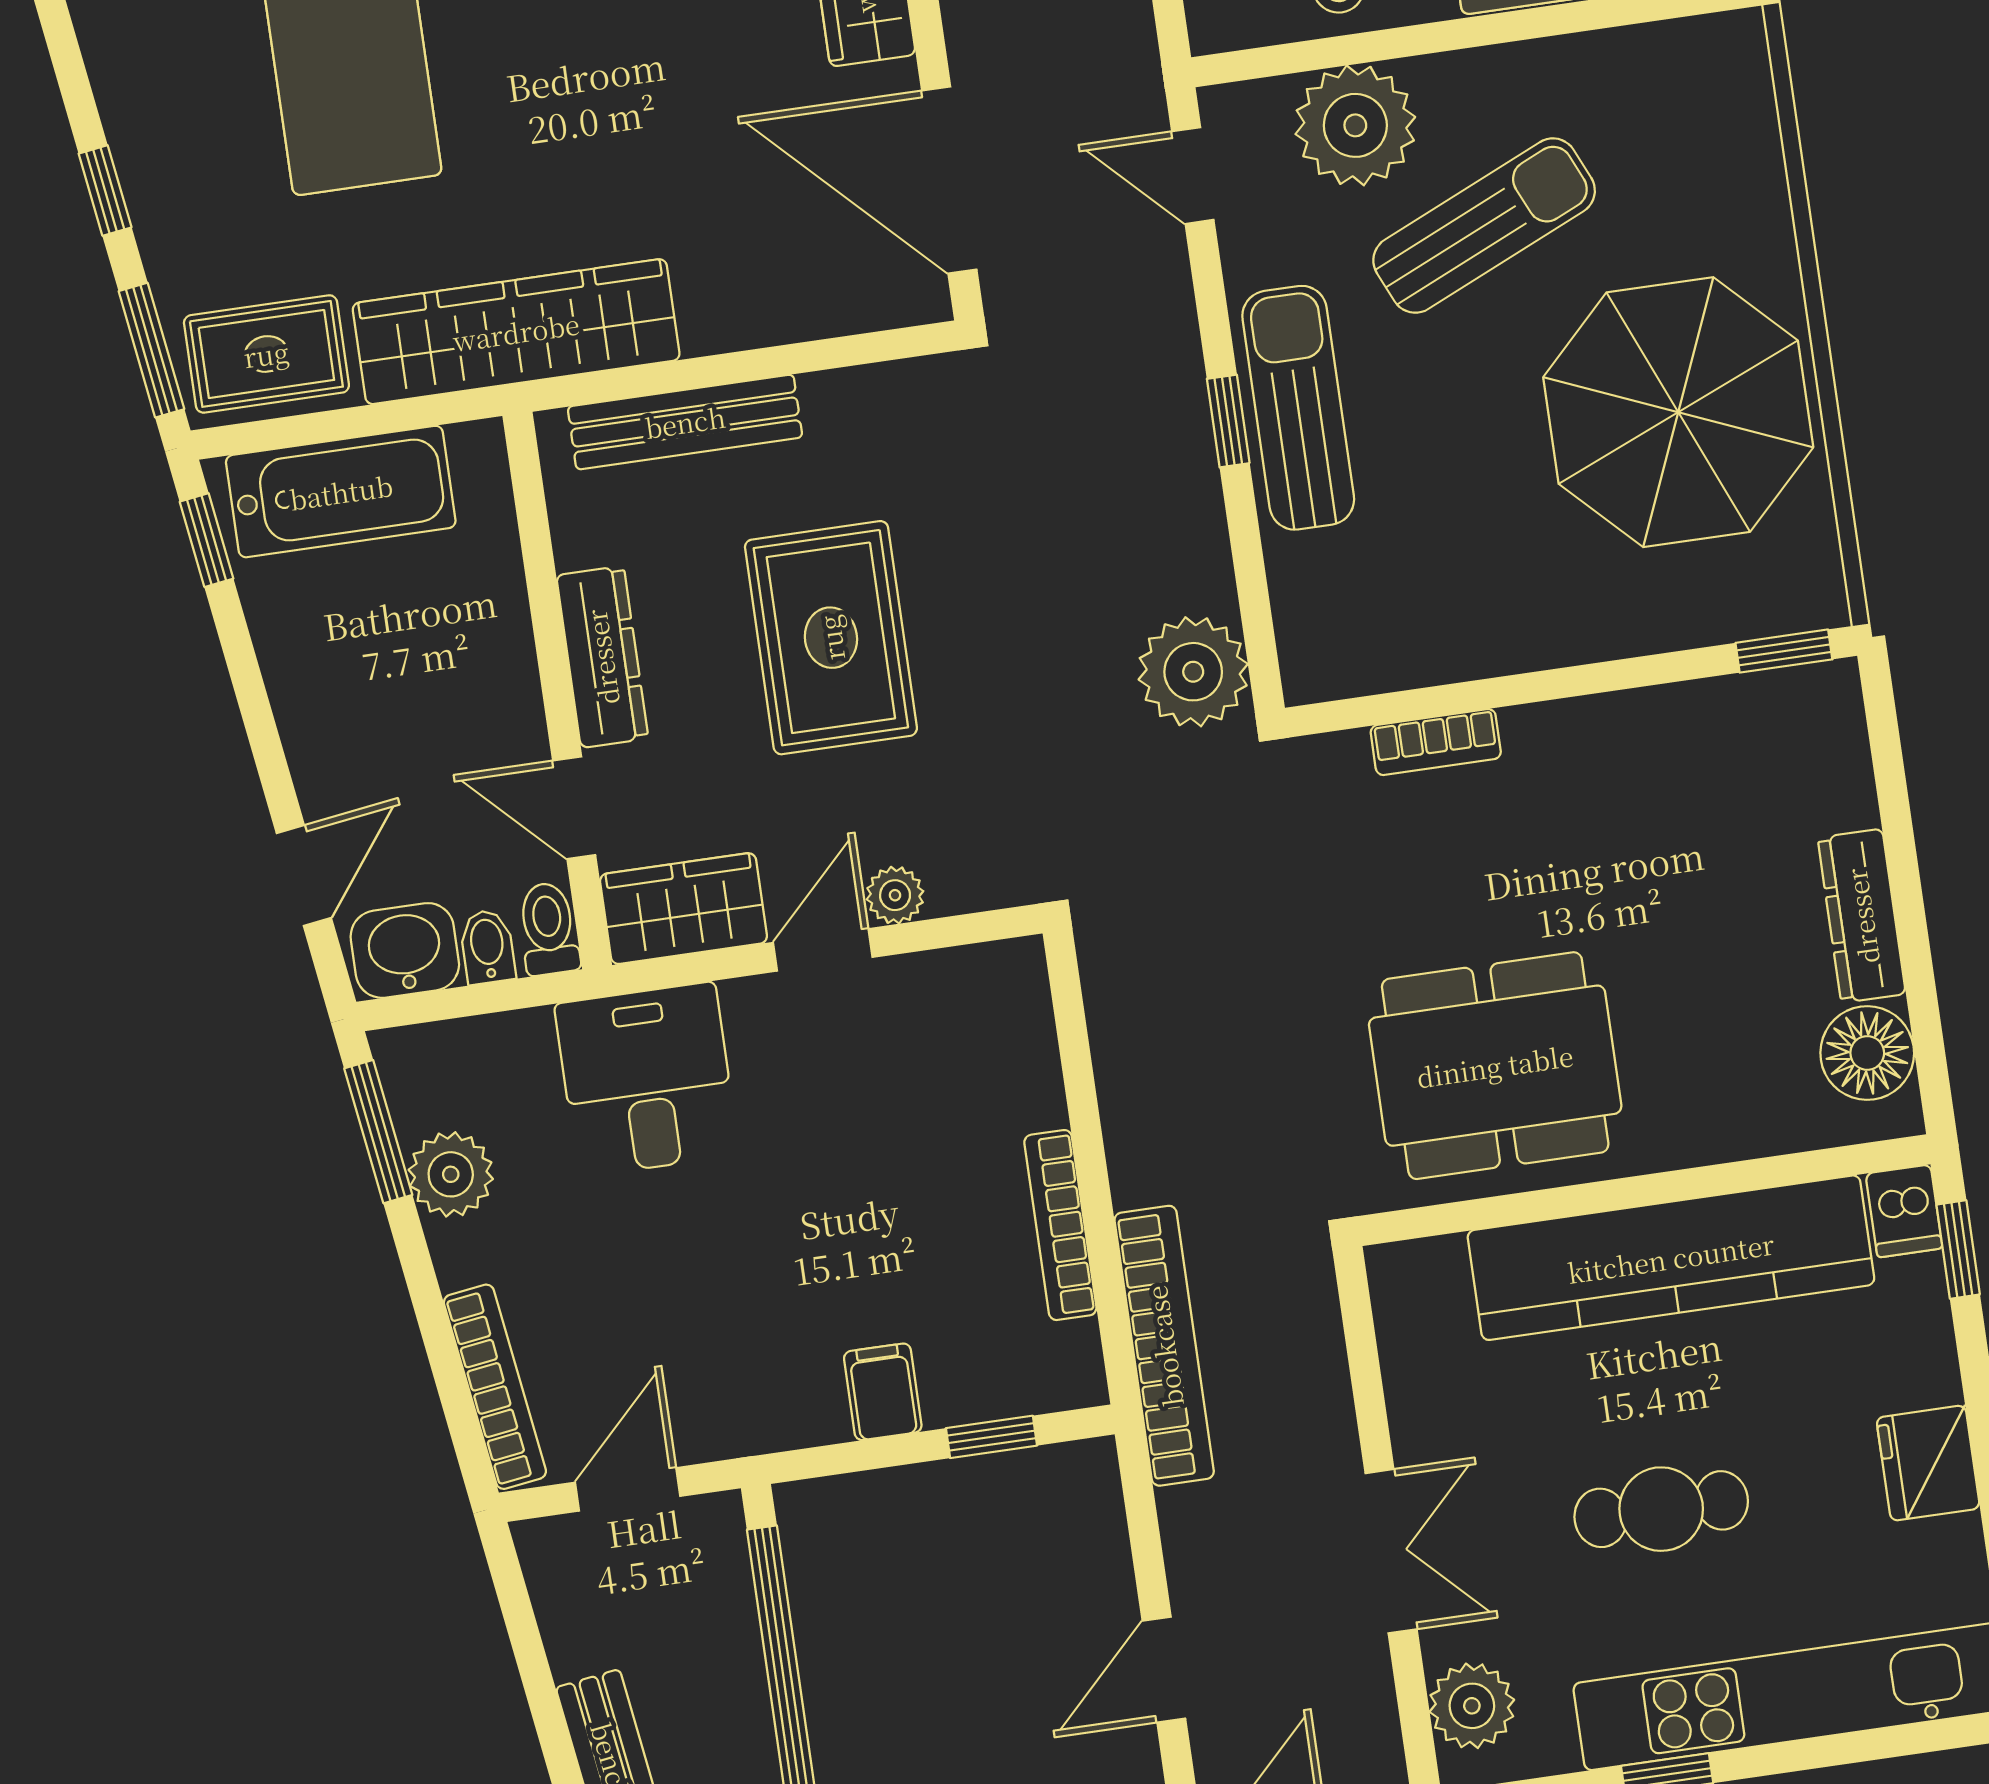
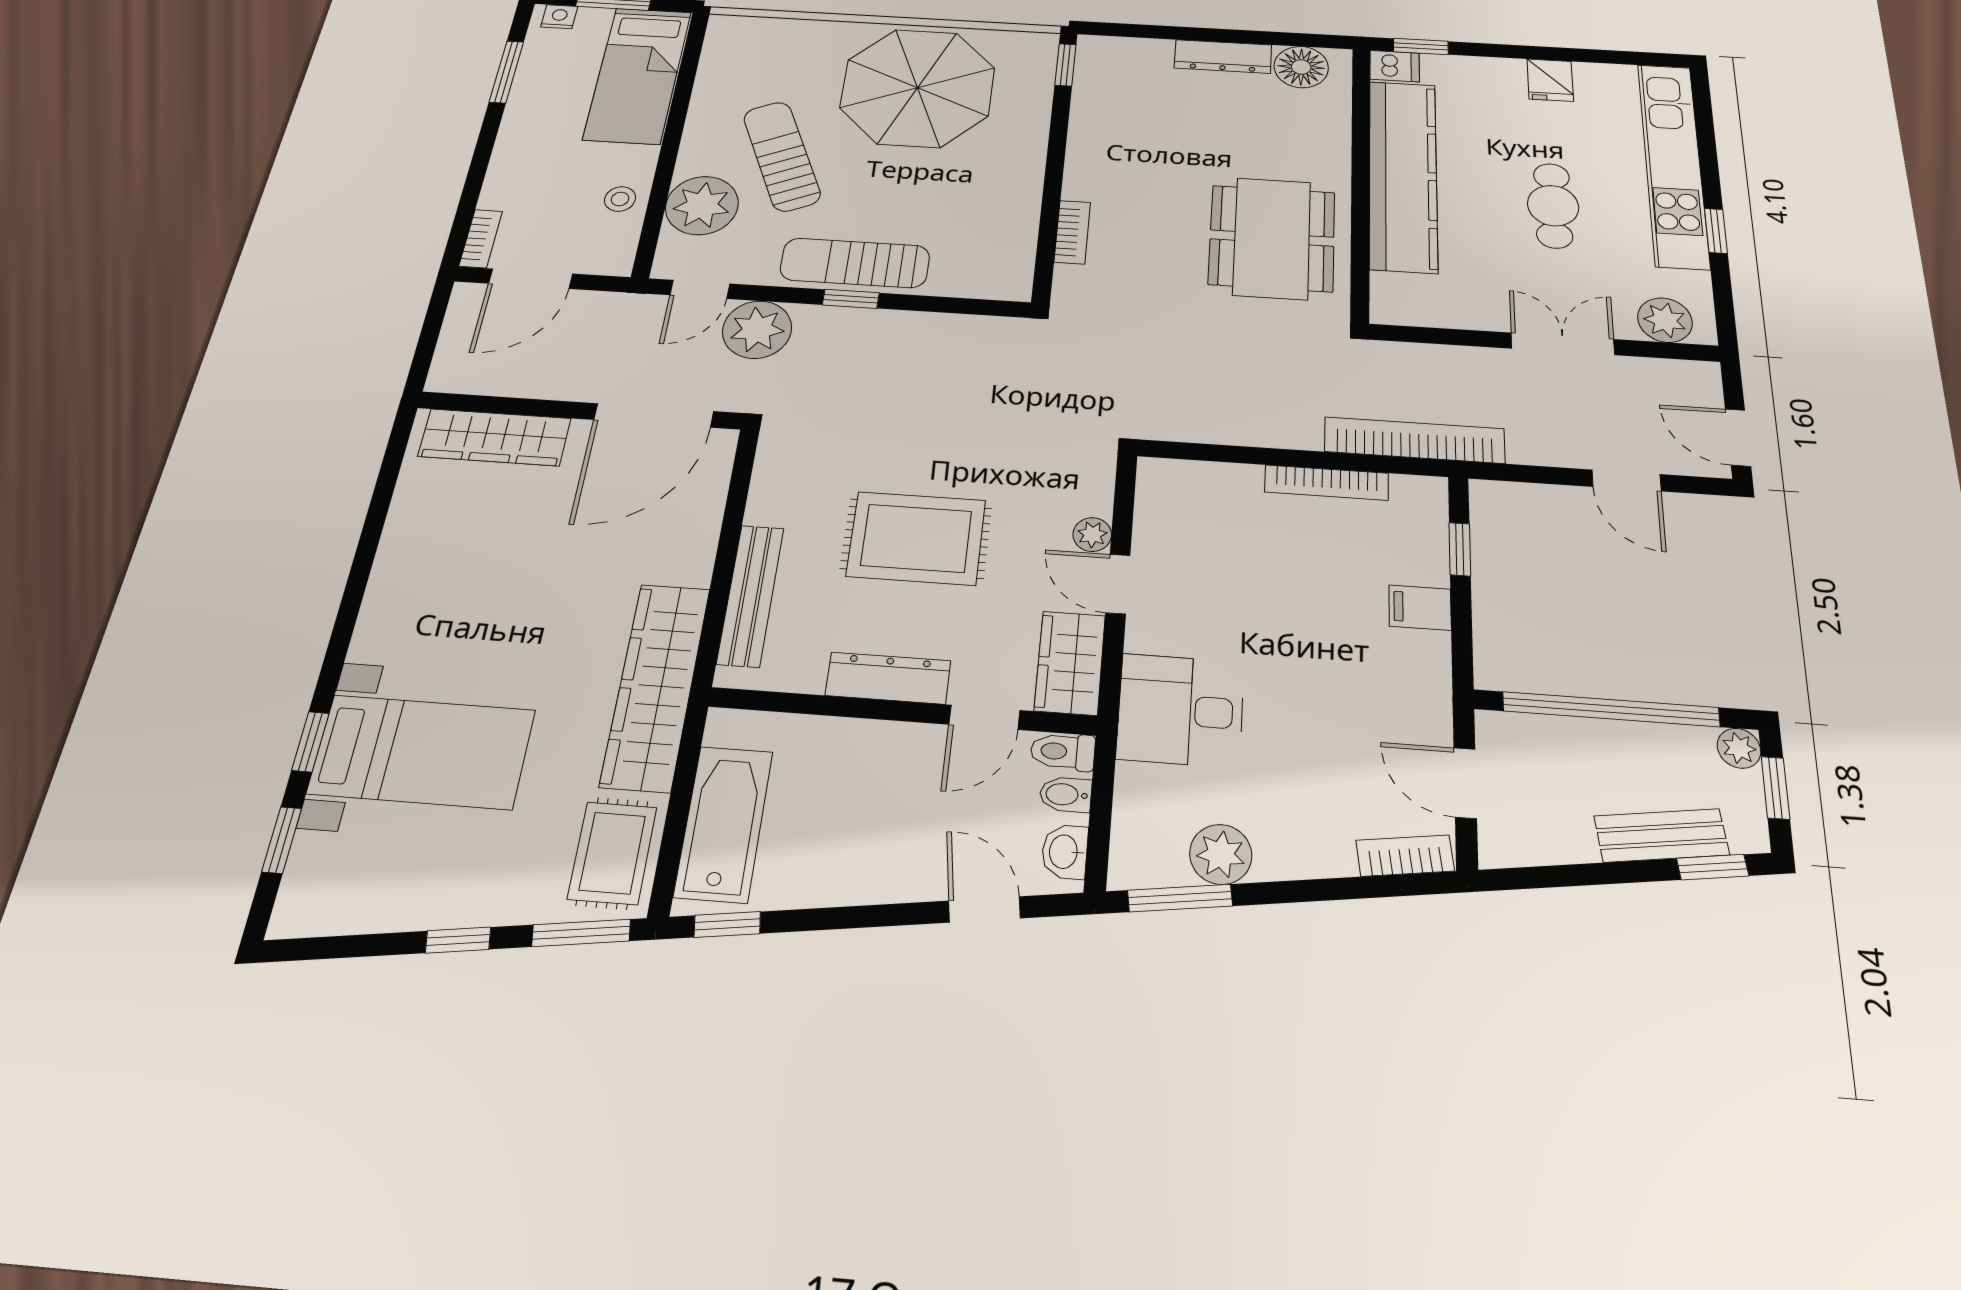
plant: (1193, 672) -> (757, 330), moved
washbasin: (405, 950) -> (1065, 852), width x0.72, depth x0.69
bookcase: (495, 1387) -> (1405, 856), width x0.64
fridge: (1928, 1463) -> (1550, 80), width x0.72

